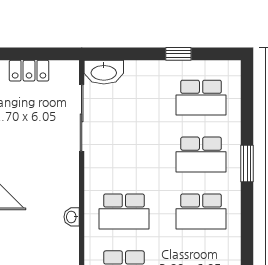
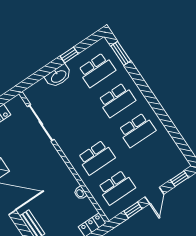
washbasin: (104, 72) -> (58, 76), moved
window: (247, 164) -> (121, 53), moved
washbasin: (72, 217) -> (80, 193), moved

